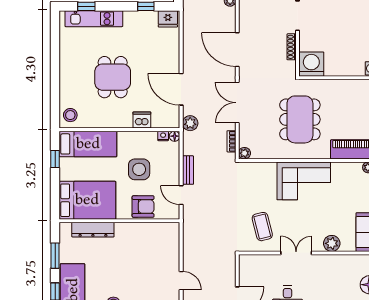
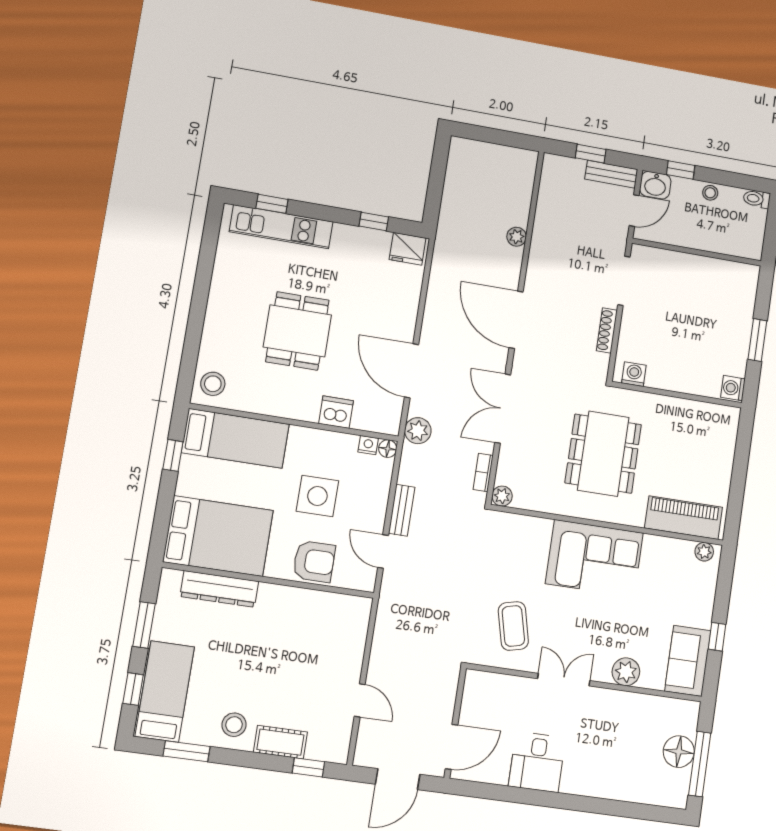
washing machine: (311, 64) -> (634, 374), width x0.53, depth x0.53

